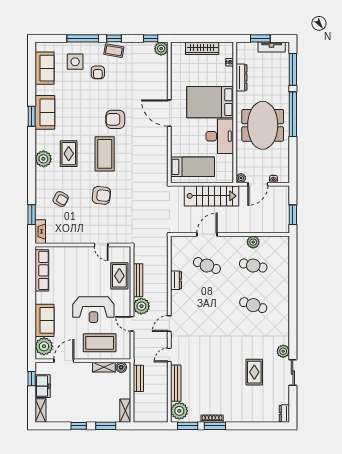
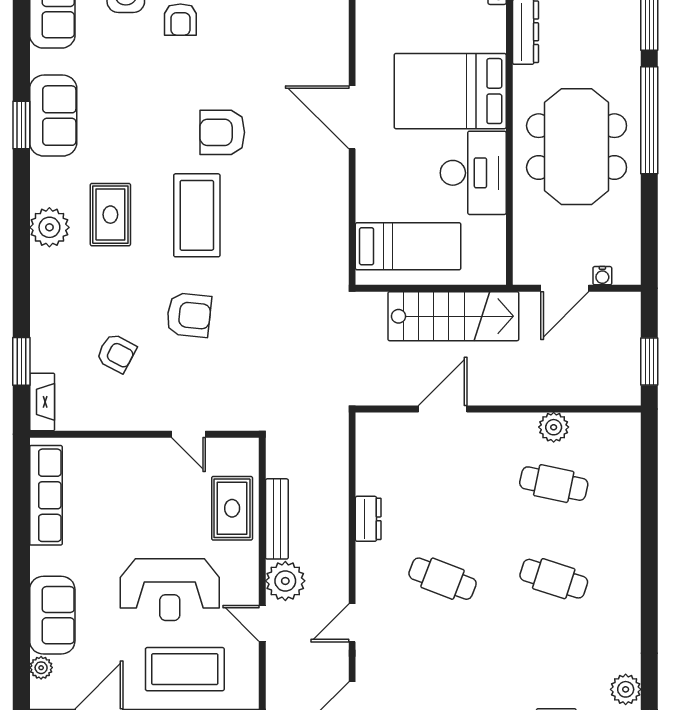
plant: (241, 178) -> (524, 273), removed
armchair: (61, 199) -> (116, 353), moved
cafe table: (207, 266) -> (443, 579), moved
plant: (44, 346) -> (41, 668), width x0.53, depth x0.53

